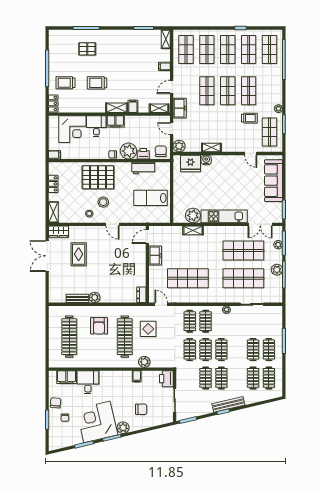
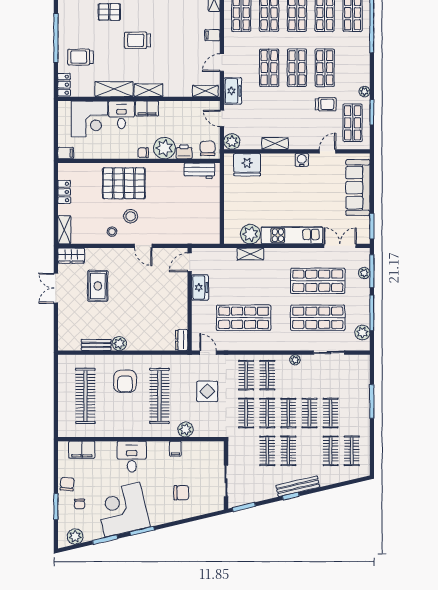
trolley: (97, 83) -> (137, 40), moved
filing cabinet: (133, 106) -> (170, 88), removed
shelving: (91, 107) -> (114, 89), added
door: (251, 153) -> (328, 151), swing flipped
water cooler: (206, 160) -> (302, 160), moved
workbench: (143, 168) -> (199, 171), moved
lab bench: (151, 198) -> (194, 211), removed
double door: (260, 224) -> (340, 246), swing flipped
double door: (47, 256) -> (56, 288), width x0.73
plant: (277, 270) -> (362, 333), moved
display table: (148, 329) -> (207, 391), moved
clothes rail: (269, 350) -> (309, 413), moved
printer: (166, 379) -> (215, 452), removed
desk: (88, 382) -> (132, 457), moved
plant: (123, 428) -> (75, 536), moved

